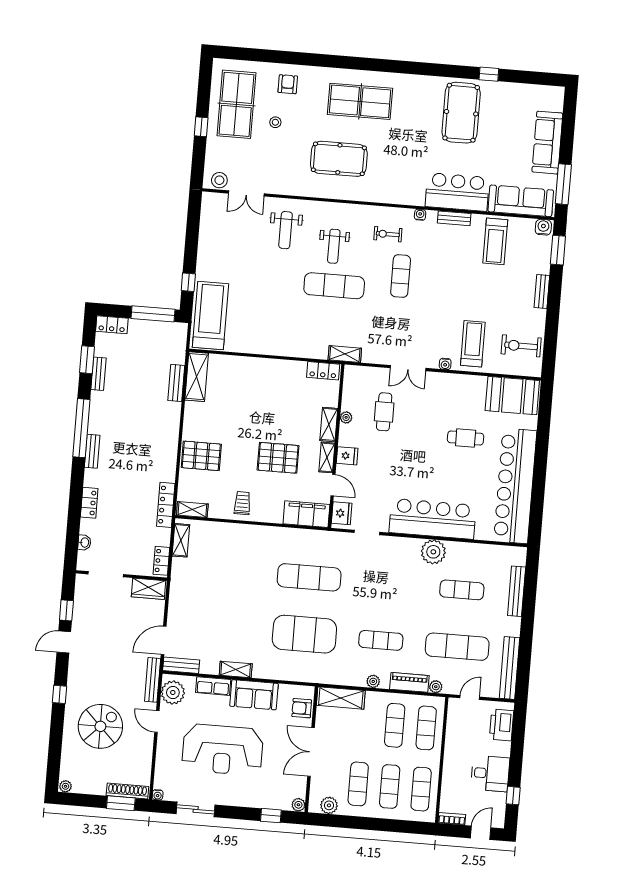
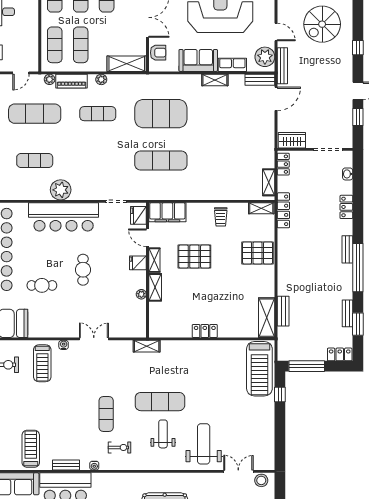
weight bench: (286, 230) -> (204, 444), width x1.36, depth x1.33
locker: (323, 371) -> (205, 331), moved
cafe table: (384, 412) -> (83, 270), moved

